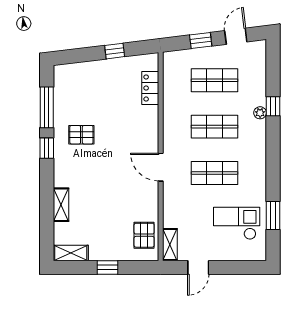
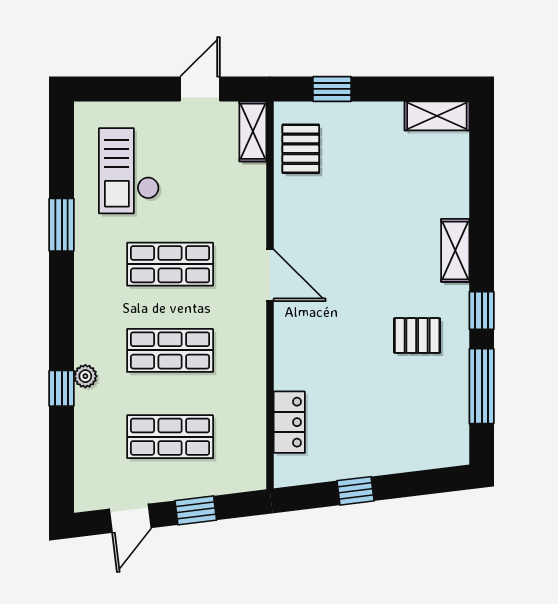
shelving: (61, 205) -> (455, 250), moved
window: (273, 215) -> (62, 225), moved
checkout: (237, 223) -> (129, 171), turned 90
window: (107, 267) -> (332, 89), moved

